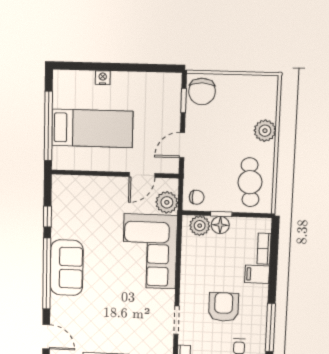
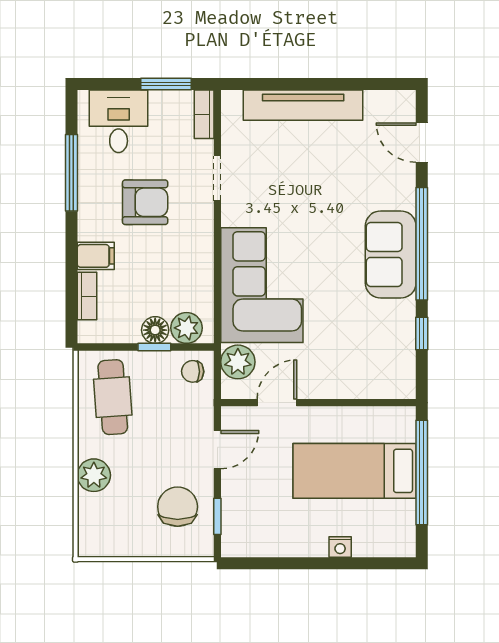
chair: (202, 91) -> (178, 507), moved
armchair: (224, 307) -> (145, 202), turned -90

